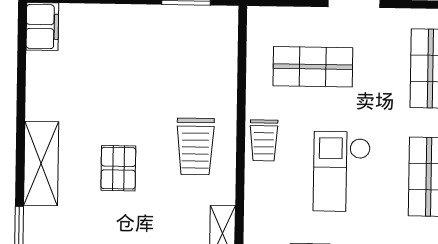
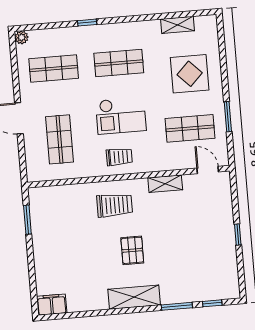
trolley: (264, 140) -> (119, 157), moved
pallet: (118, 168) -> (132, 250), turned 90

